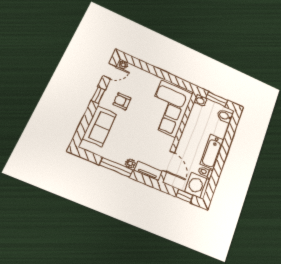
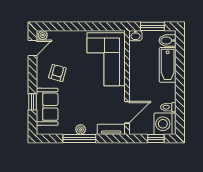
window: (98, 95) -> (32, 102), moved
armchair: (122, 101) -> (57, 73), turned 106
bathtub: (212, 152) -> (168, 65), moved
door: (168, 162) -> (127, 112), hinge flipped
plant: (130, 164) -> (81, 129), moved

